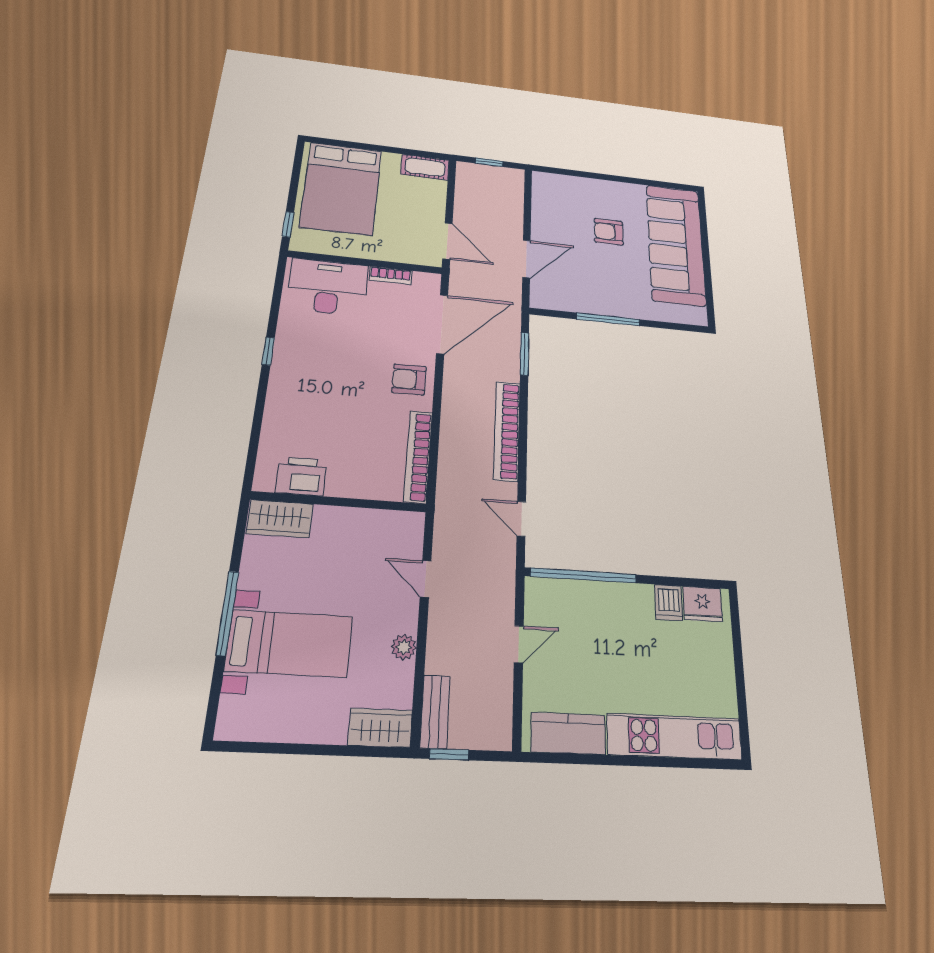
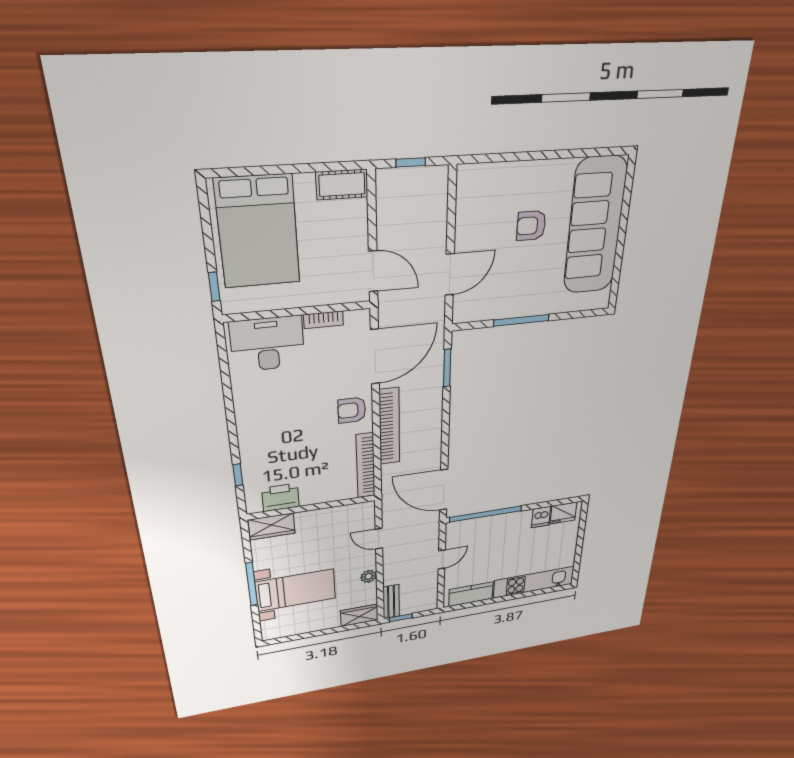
window: (268, 351) -> (238, 475), moved
bookcase: (507, 431) -> (390, 426), moved, turned 180
door: (521, 519) -> (444, 490), width x1.87

